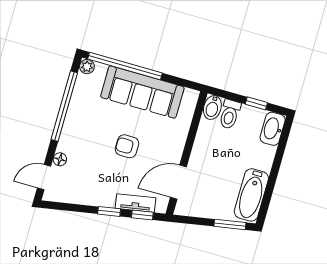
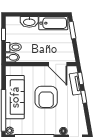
washbasin: (273, 129) -> (29, 22), moved
armchair: (127, 146) -> (46, 97), width x1.88, depth x1.88

